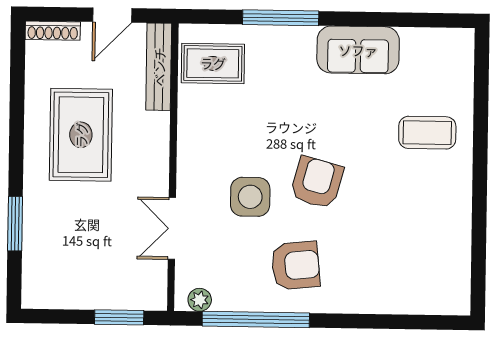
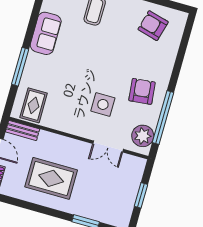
bench: (159, 67) -> (23, 130), width x0.73
armchair: (317, 182) -> (153, 26), moved
plant: (200, 300) -> (143, 136), width x1.88, depth x1.88
window: (119, 317) -> (141, 195), moved

